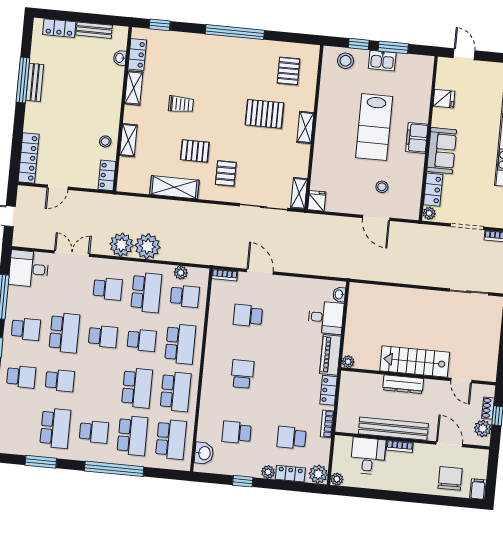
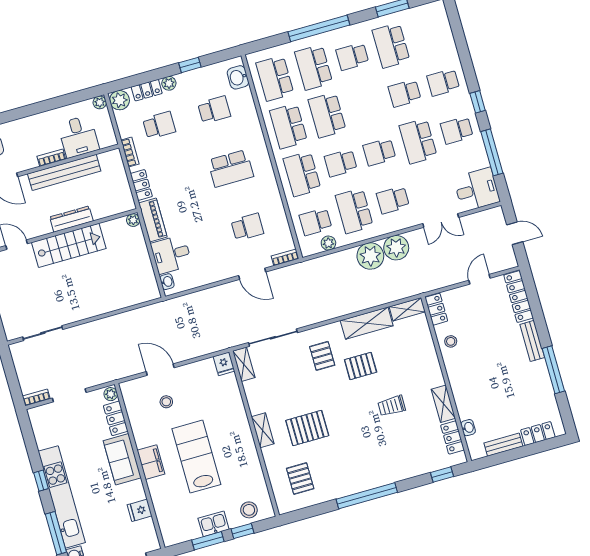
bench: (35, 82) -> (532, 341), moved
shelving: (128, 140) -> (407, 309), moved, turned 90
school desk: (242, 374) -> (231, 168), width x1.85

